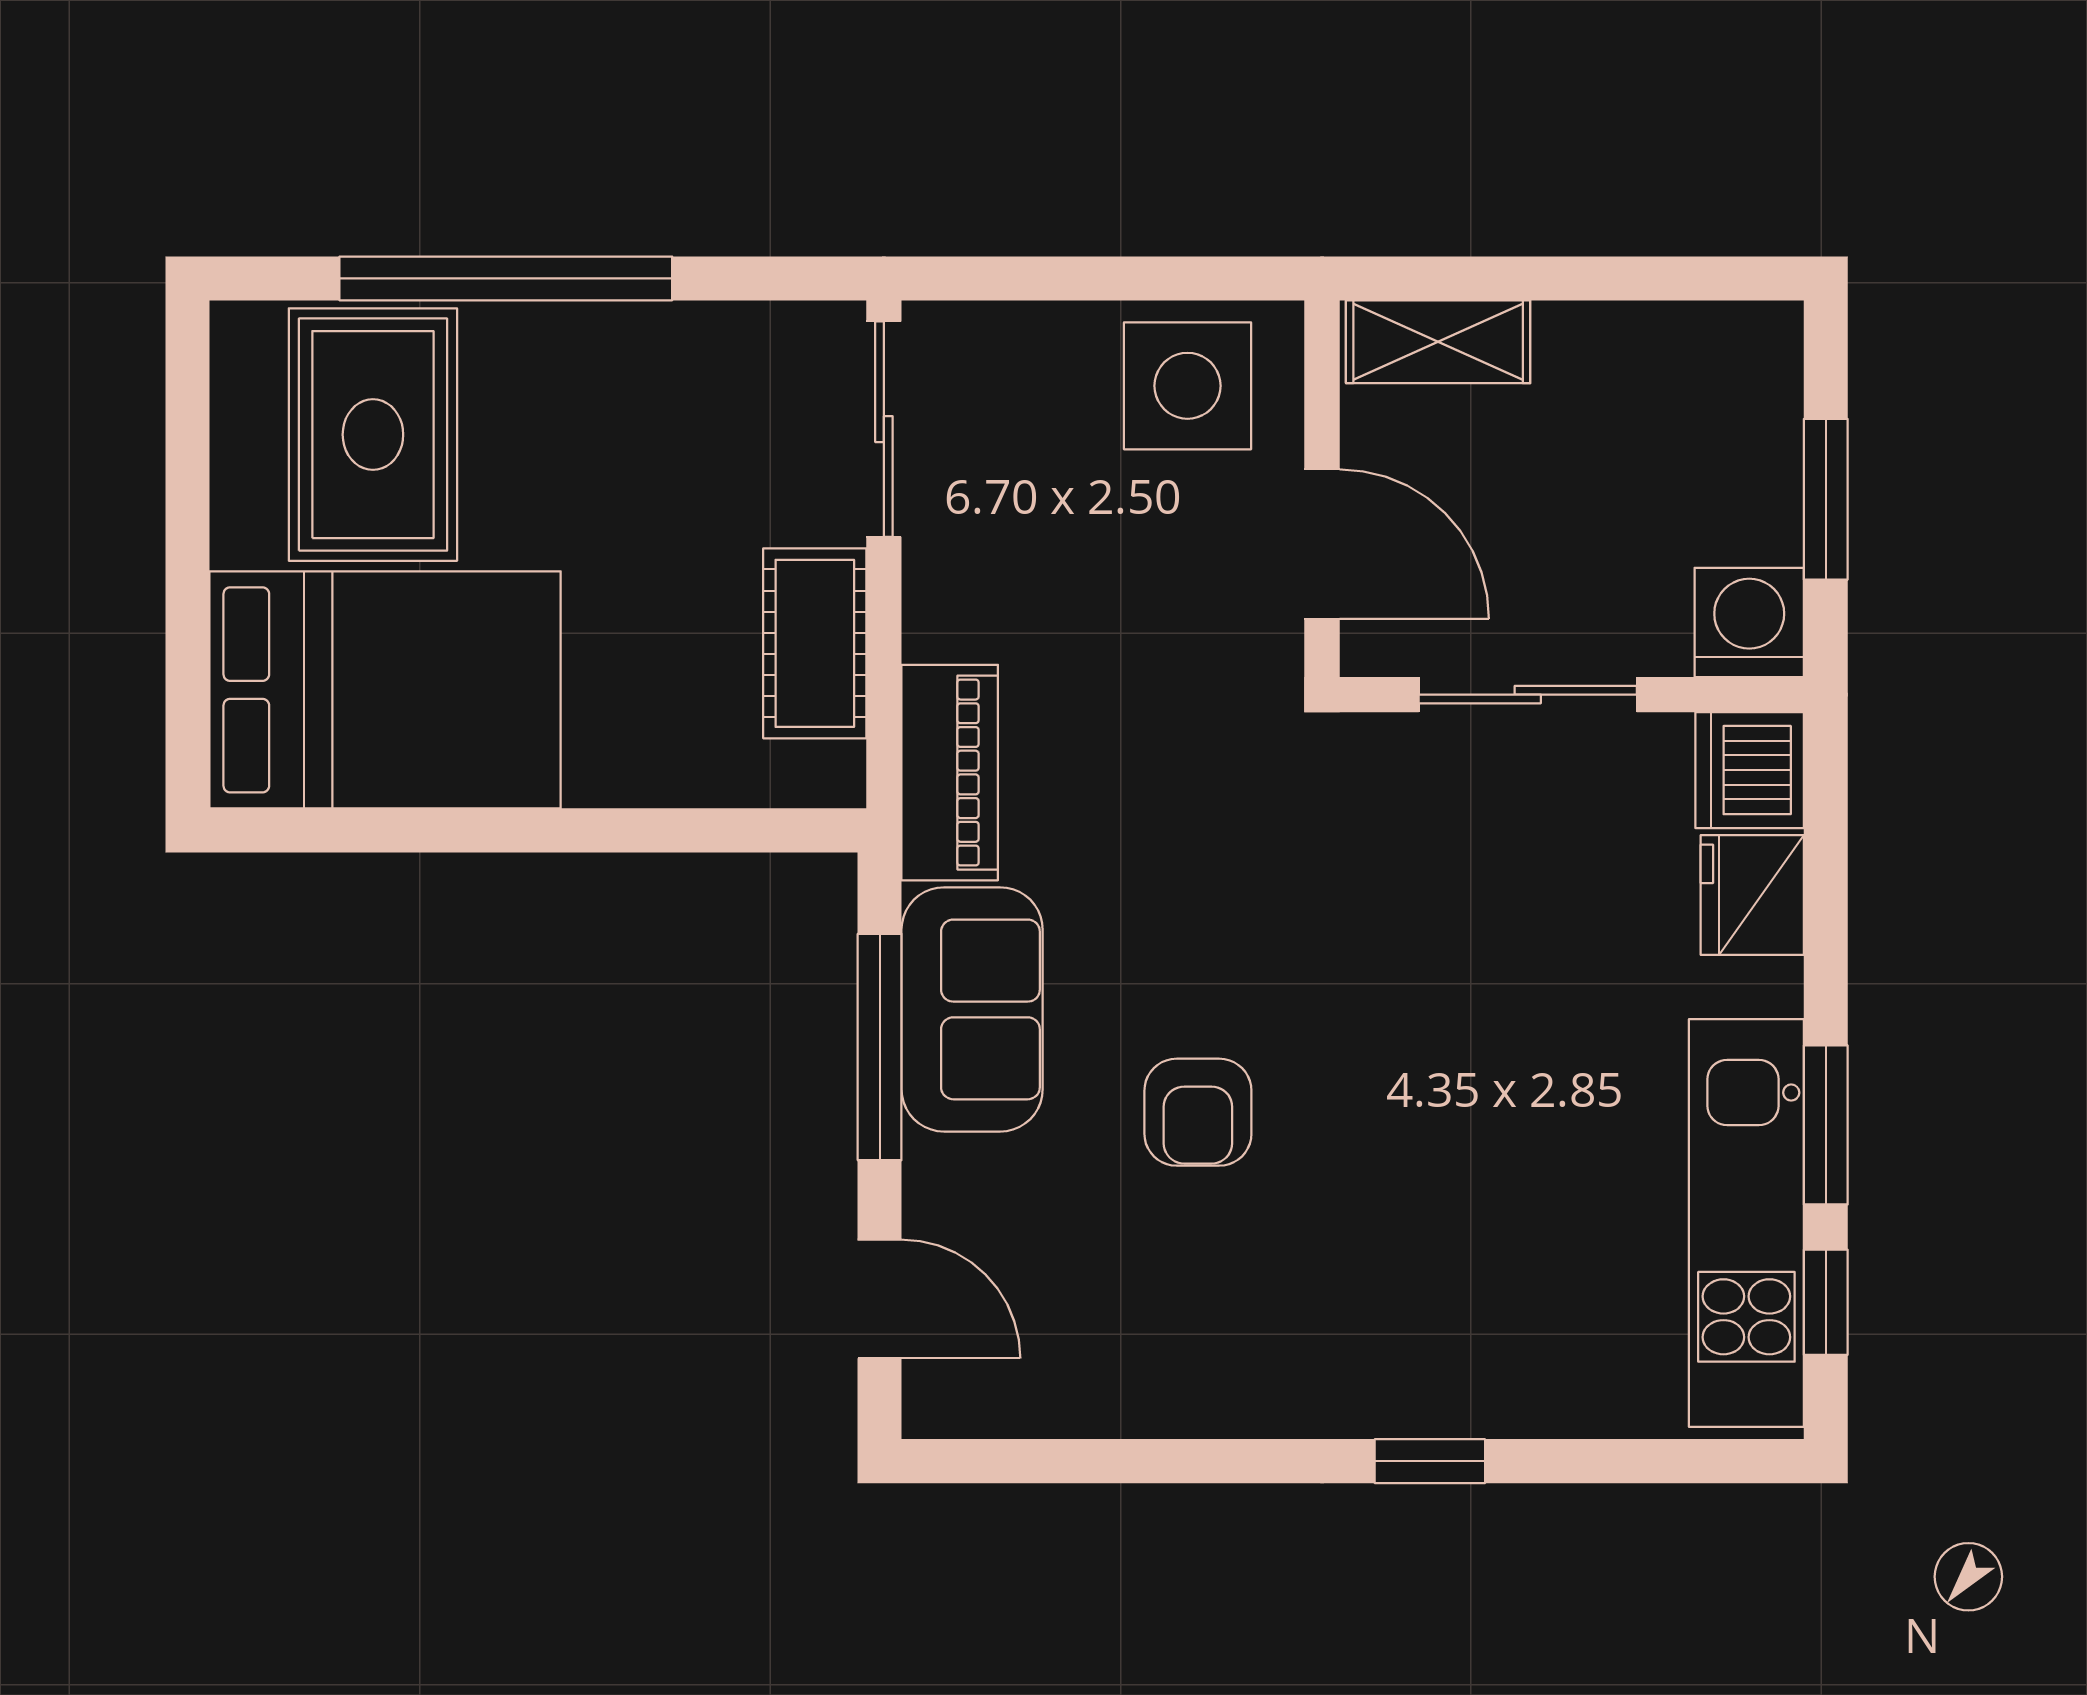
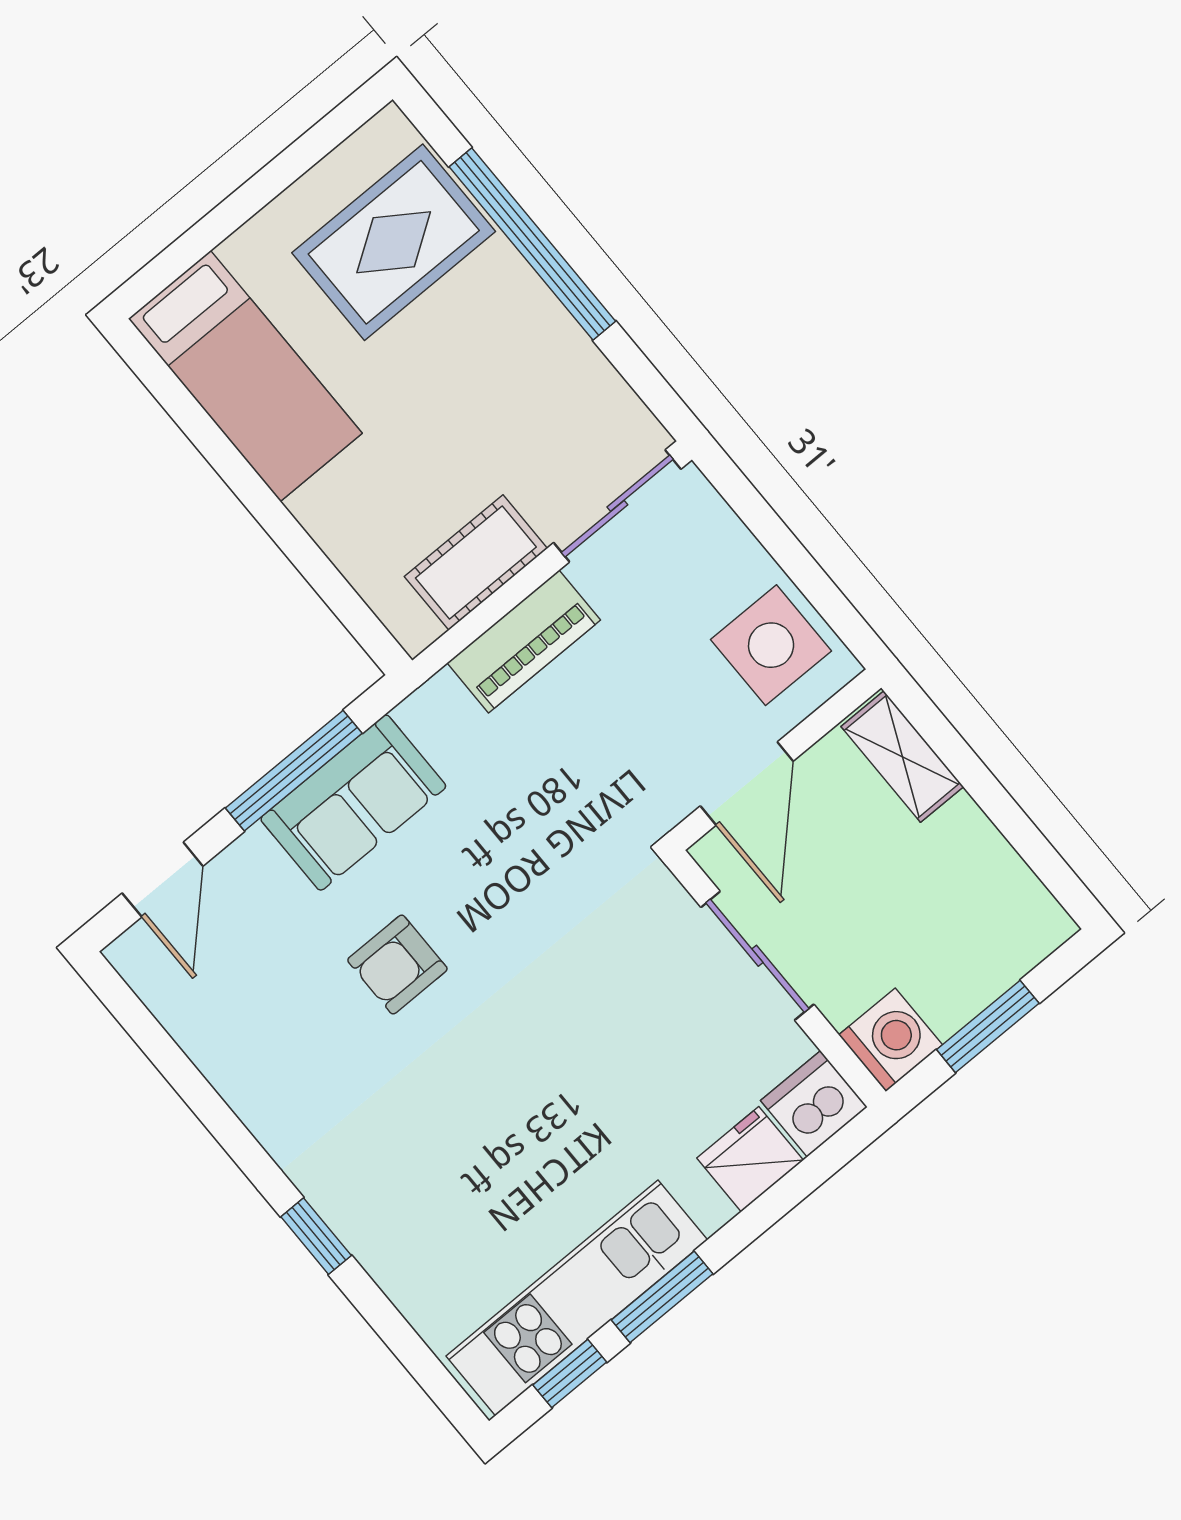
bed: (385, 690) -> (245, 376), width x0.67
piano: (950, 773) -> (524, 641), moved

